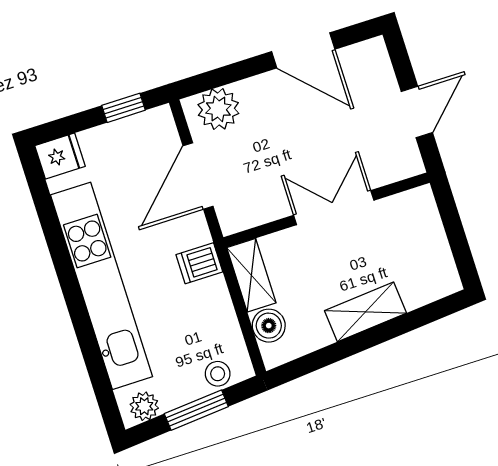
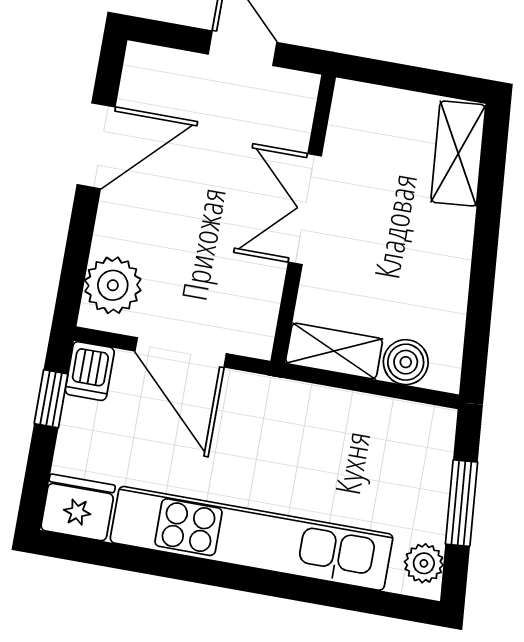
fridge: (60, 156) -> (78, 508), width x1.38
dishwasher: (199, 263) -> (90, 371), moved
shelving: (365, 312) -> (458, 154), moved
stool: (218, 374) -> (431, 454), removed

